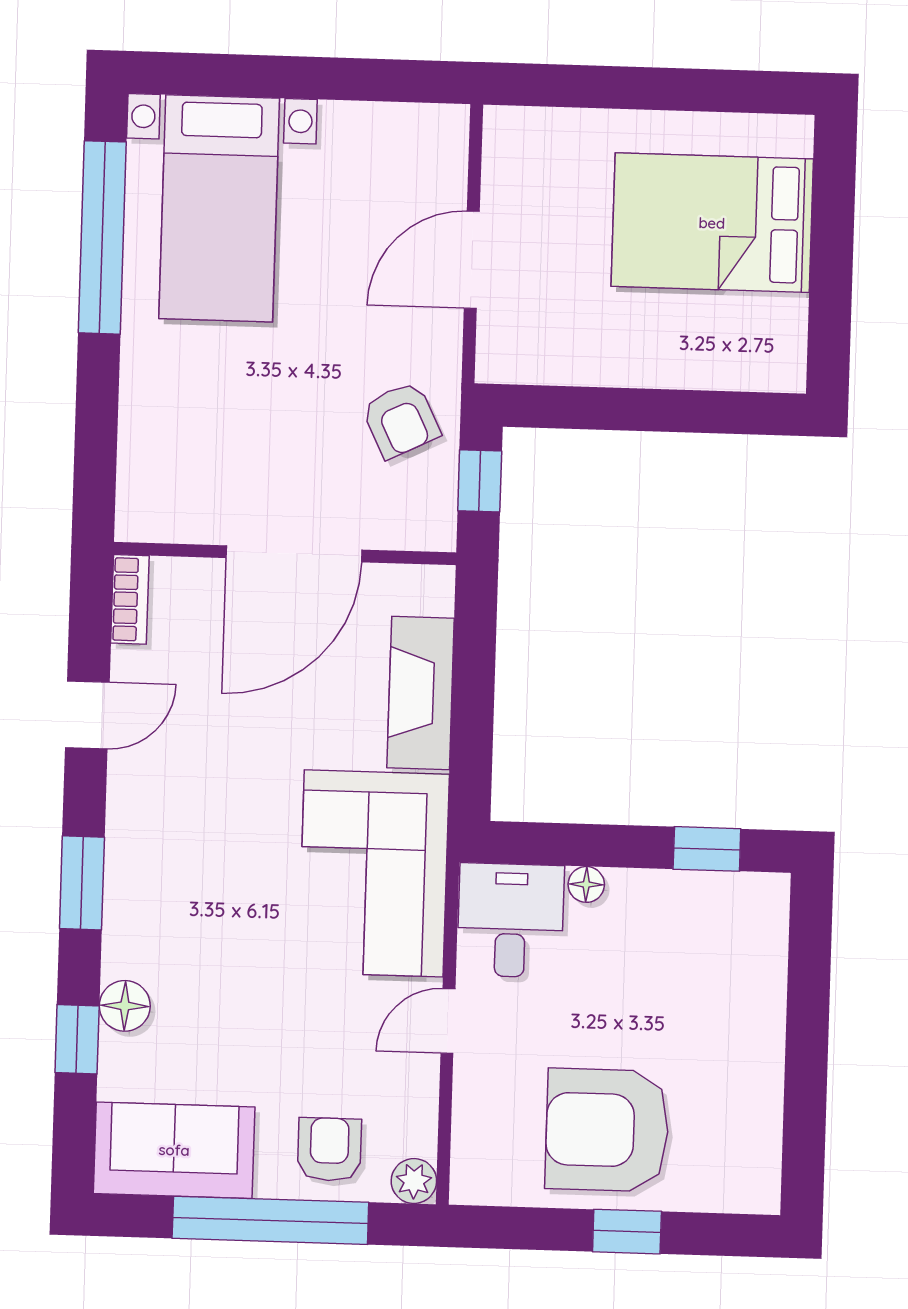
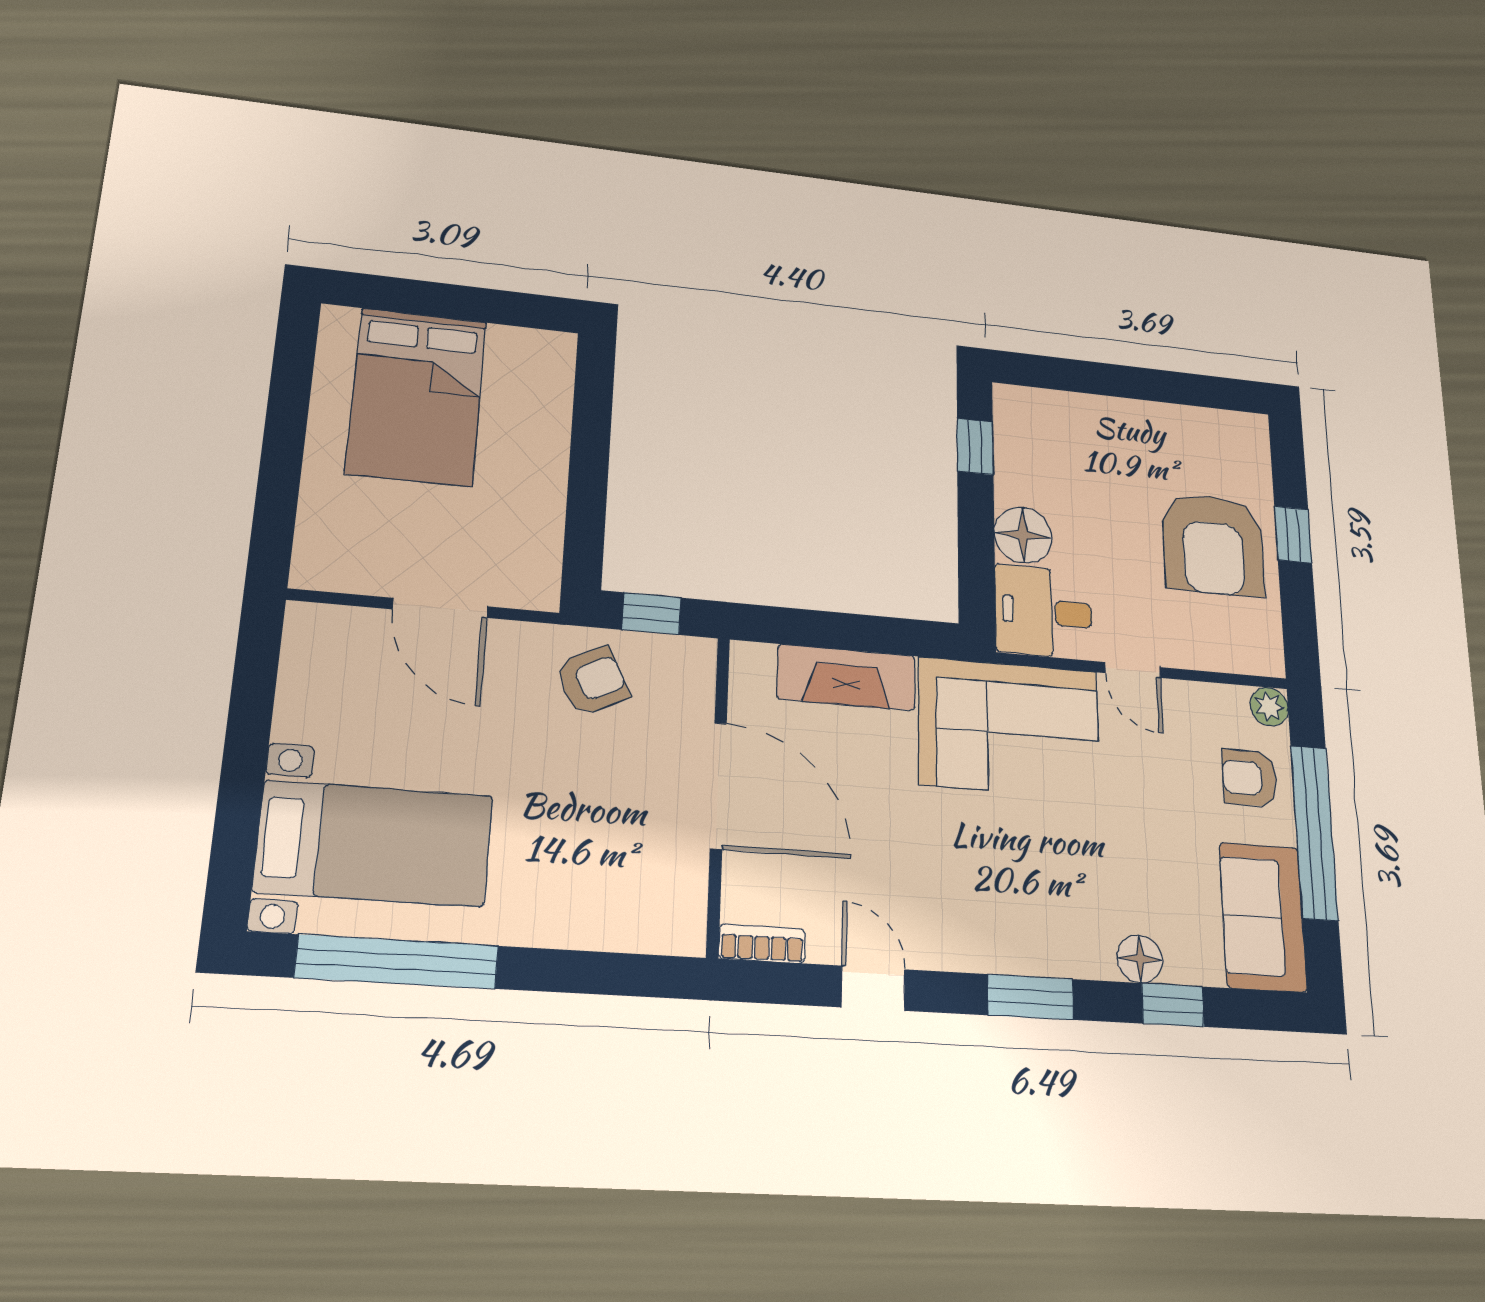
floor lamp: (586, 884) -> (1023, 535), width x1.89, depth x1.89

